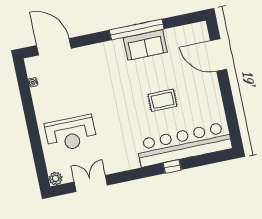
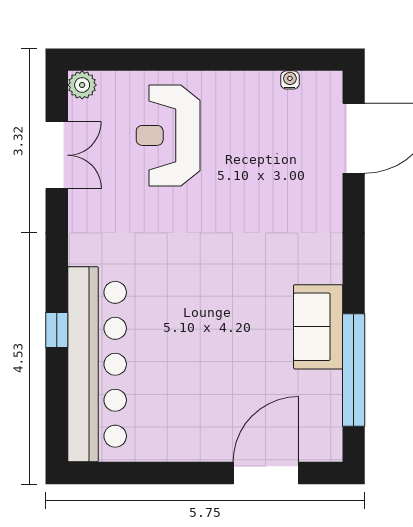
window: (137, 30) -> (354, 370), moved
rug: (162, 100) -> (197, 338), removed

